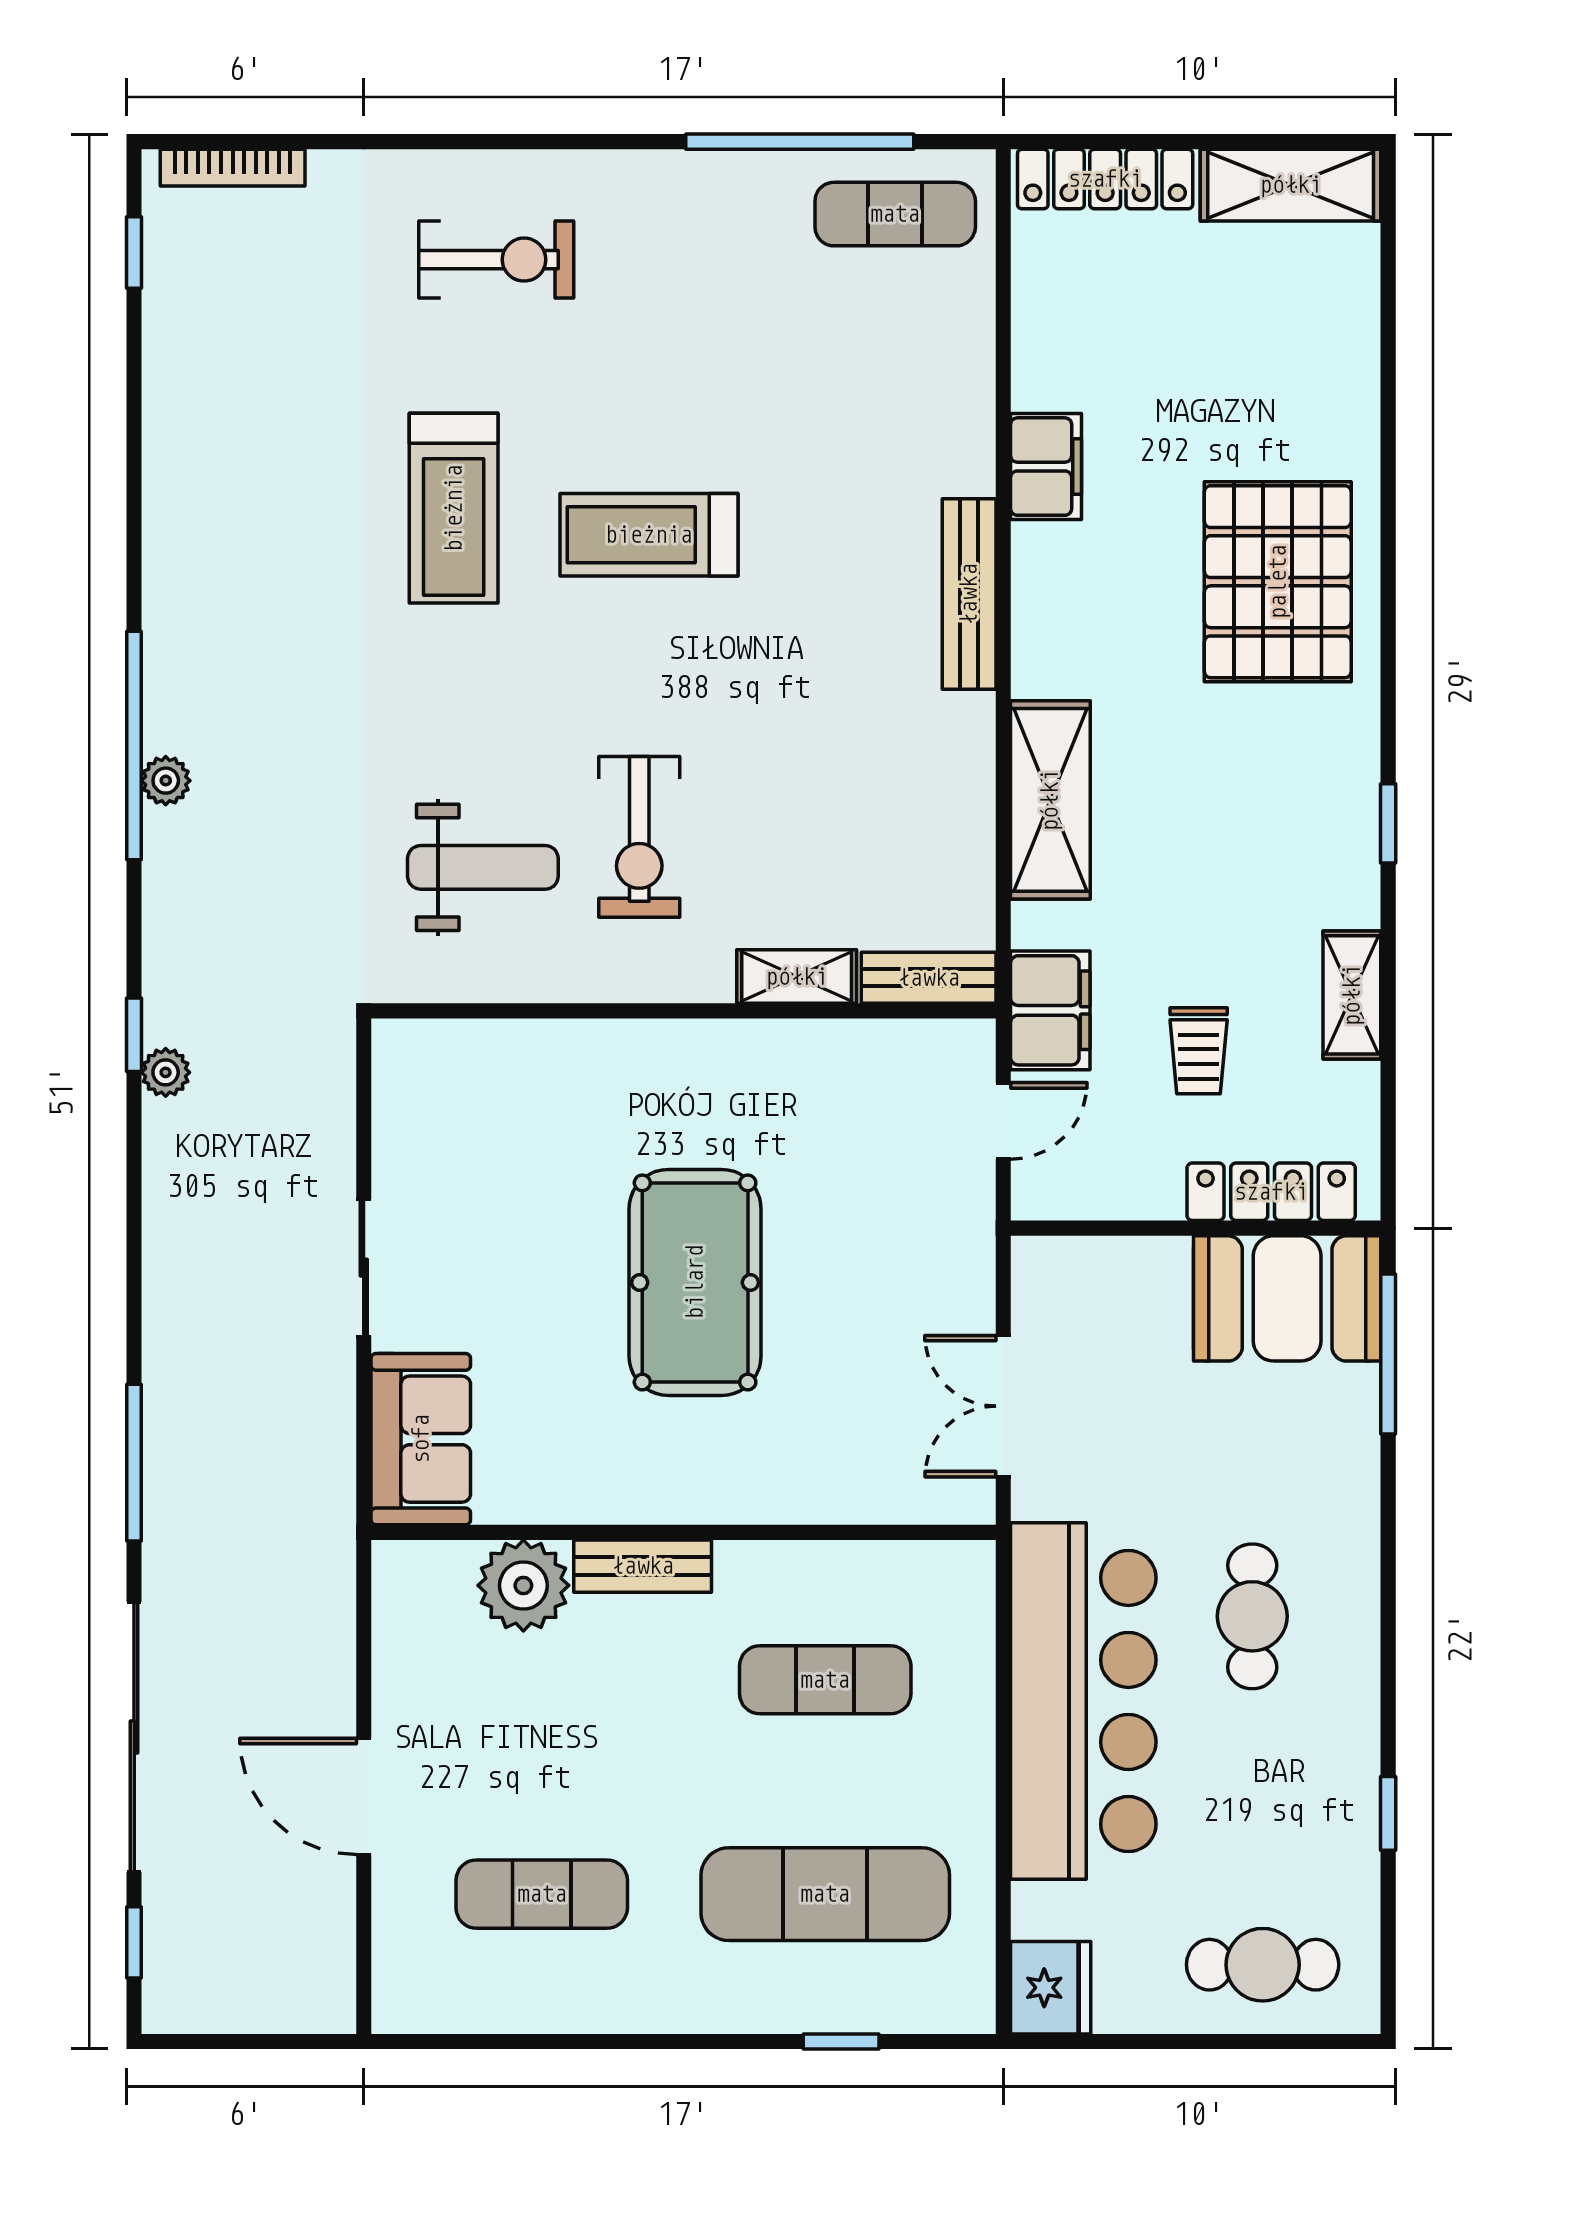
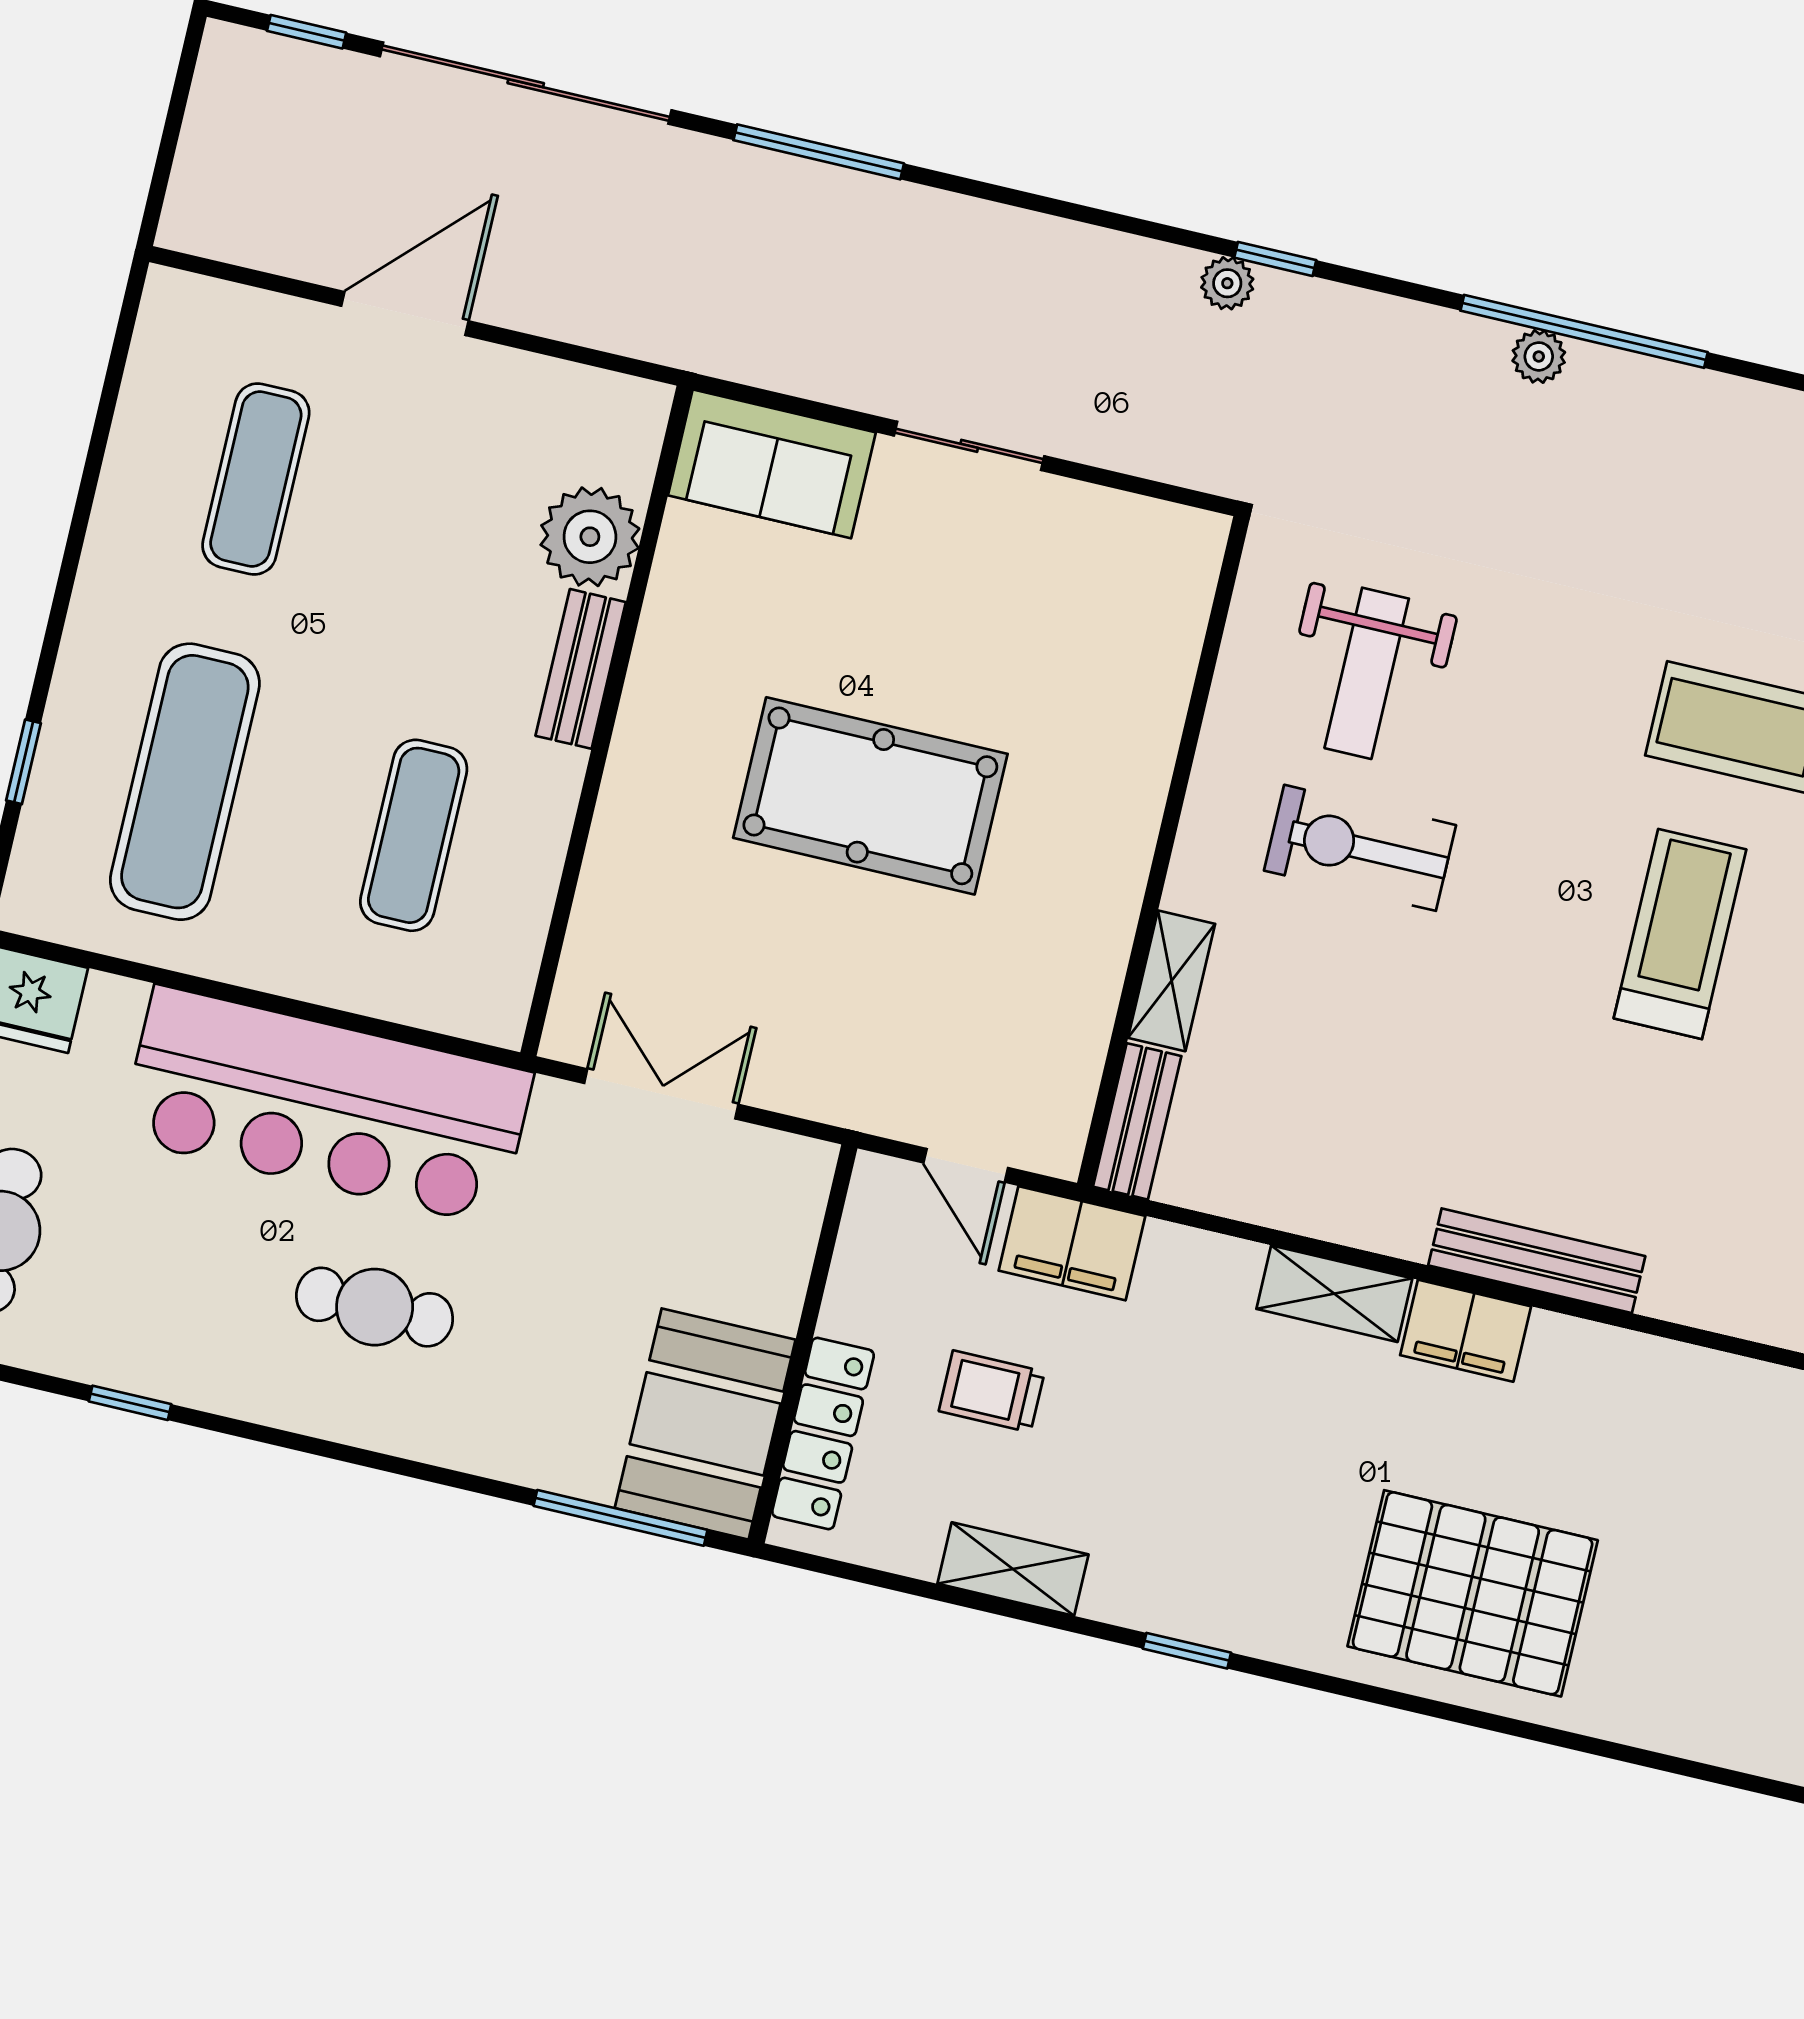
filing cabinet: (1046, 467) -> (1466, 1331), moved
shelving: (1050, 800) -> (1334, 1294), width x0.67, depth x0.75

